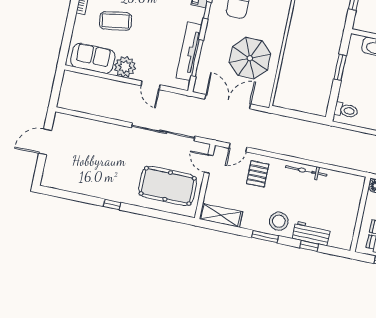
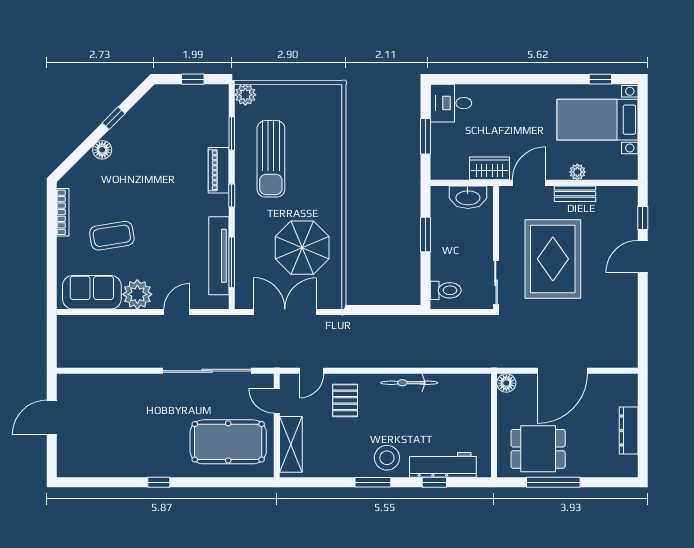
door: (151, 85) -> (177, 312), swing flipped
shelving: (221, 215) -> (291, 444), moved, turned 90
workbench: (311, 233) -> (443, 465), width x1.38

